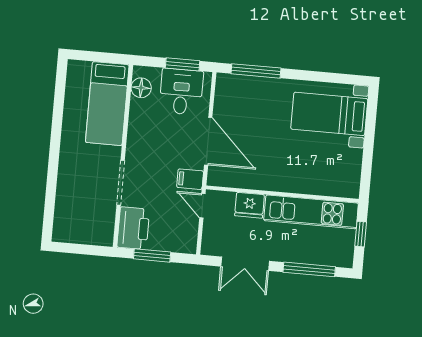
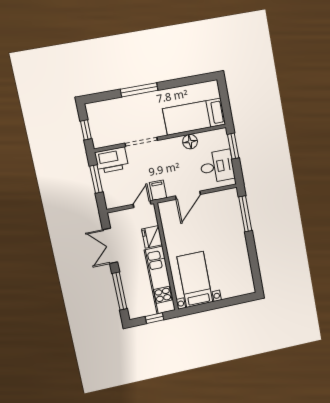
window: (183, 64) -> (233, 146), moved
floor lamp: (141, 88) -> (190, 142), moved
bed with nightstands: (329, 114) -> (195, 279), moved
door: (208, 141) -> (188, 195), width x0.73
window: (53, 166) -> (139, 90), added
window: (85, 249) -> (86, 130), added

